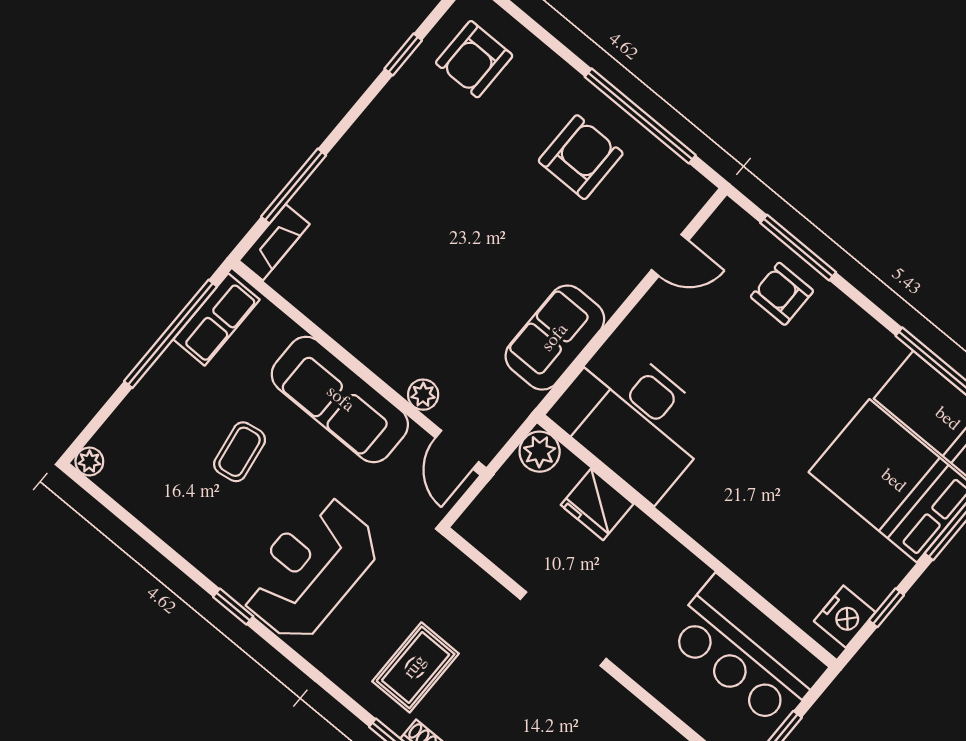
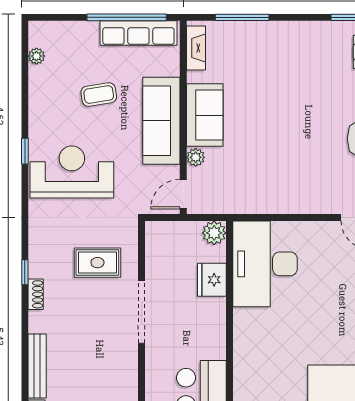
fireplace: (274, 242) -> (196, 48), moved, turned -90
row of seats: (216, 319) -> (138, 33), width x1.48
sofa: (555, 338) -> (205, 115), moved, turned 90
plant: (89, 461) -> (36, 56), moved
rug: (415, 667) -> (97, 263), moved

